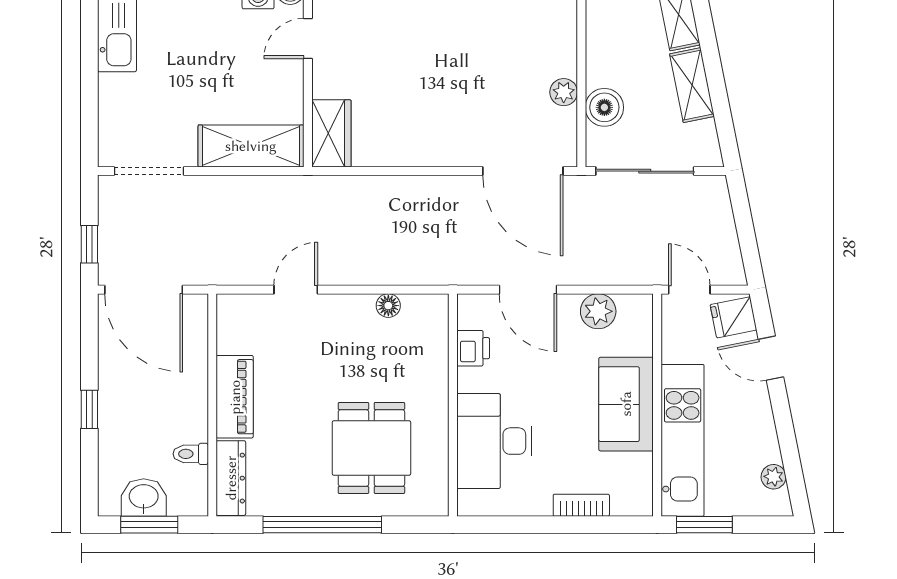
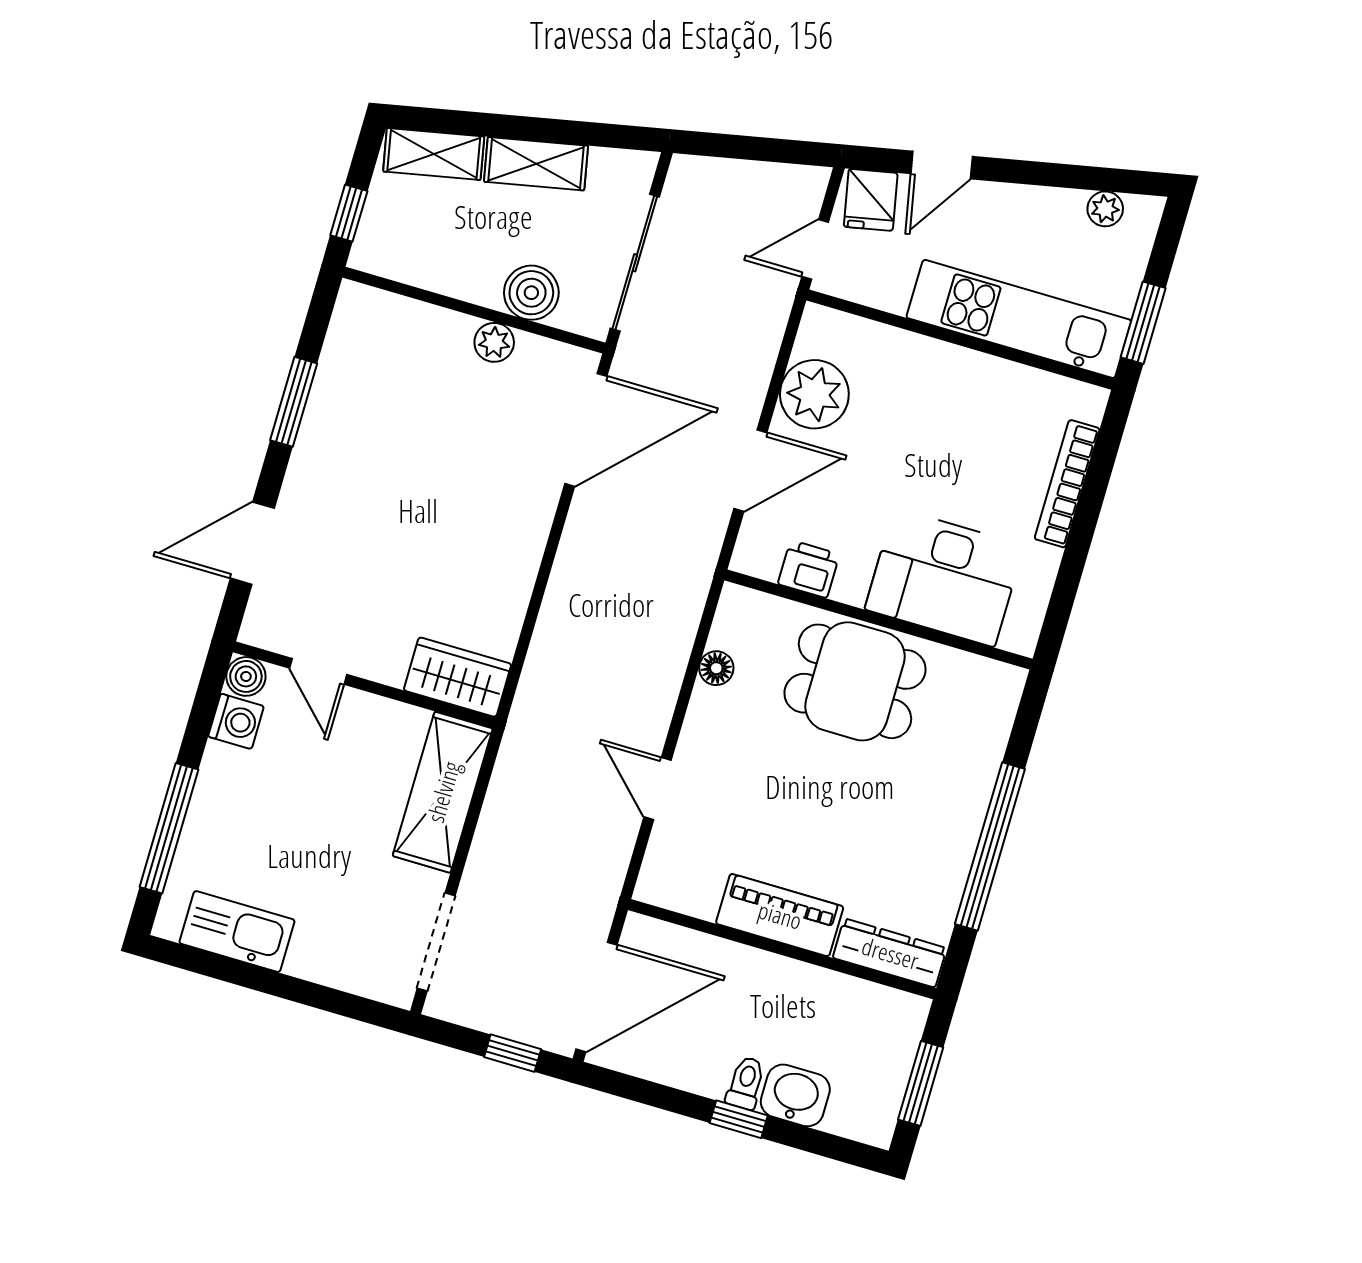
plant: (598, 311) -> (814, 394), width x1.36, depth x1.36
sofa: (626, 404) -> (947, 382), removed
dining table: (371, 448) -> (855, 681), moved
toilet: (191, 454) -> (746, 1083), moved, turned 180
washbasin: (144, 497) -> (795, 1095), moved, turned 90
bookcase: (581, 505) -> (1067, 484), width x1.56

